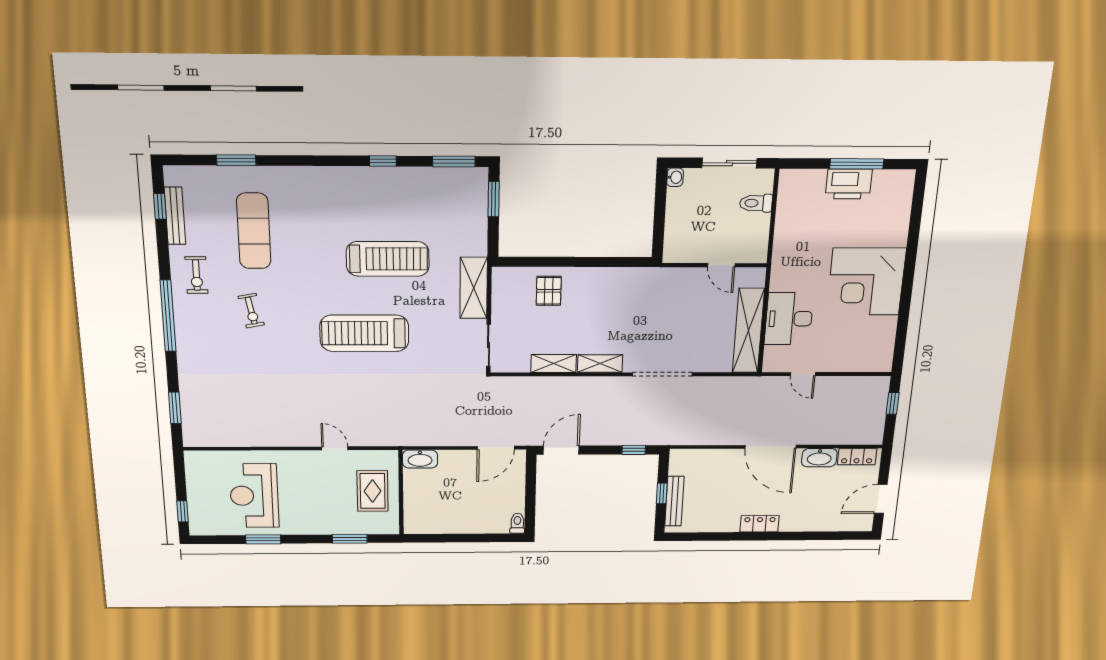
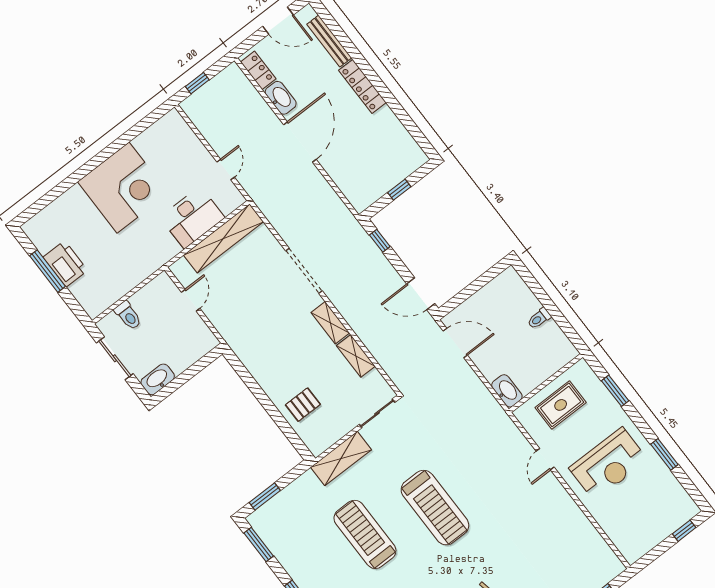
washbasin: (675, 177) -> (158, 379), width x1.91, depth x1.45
reception desk: (254, 496) -> (608, 464), moved
bench: (674, 501) -> (329, 41), moved, turned 90
toilet: (517, 523) -> (539, 318), moved
locker: (760, 524) -> (362, 86), width x1.53

